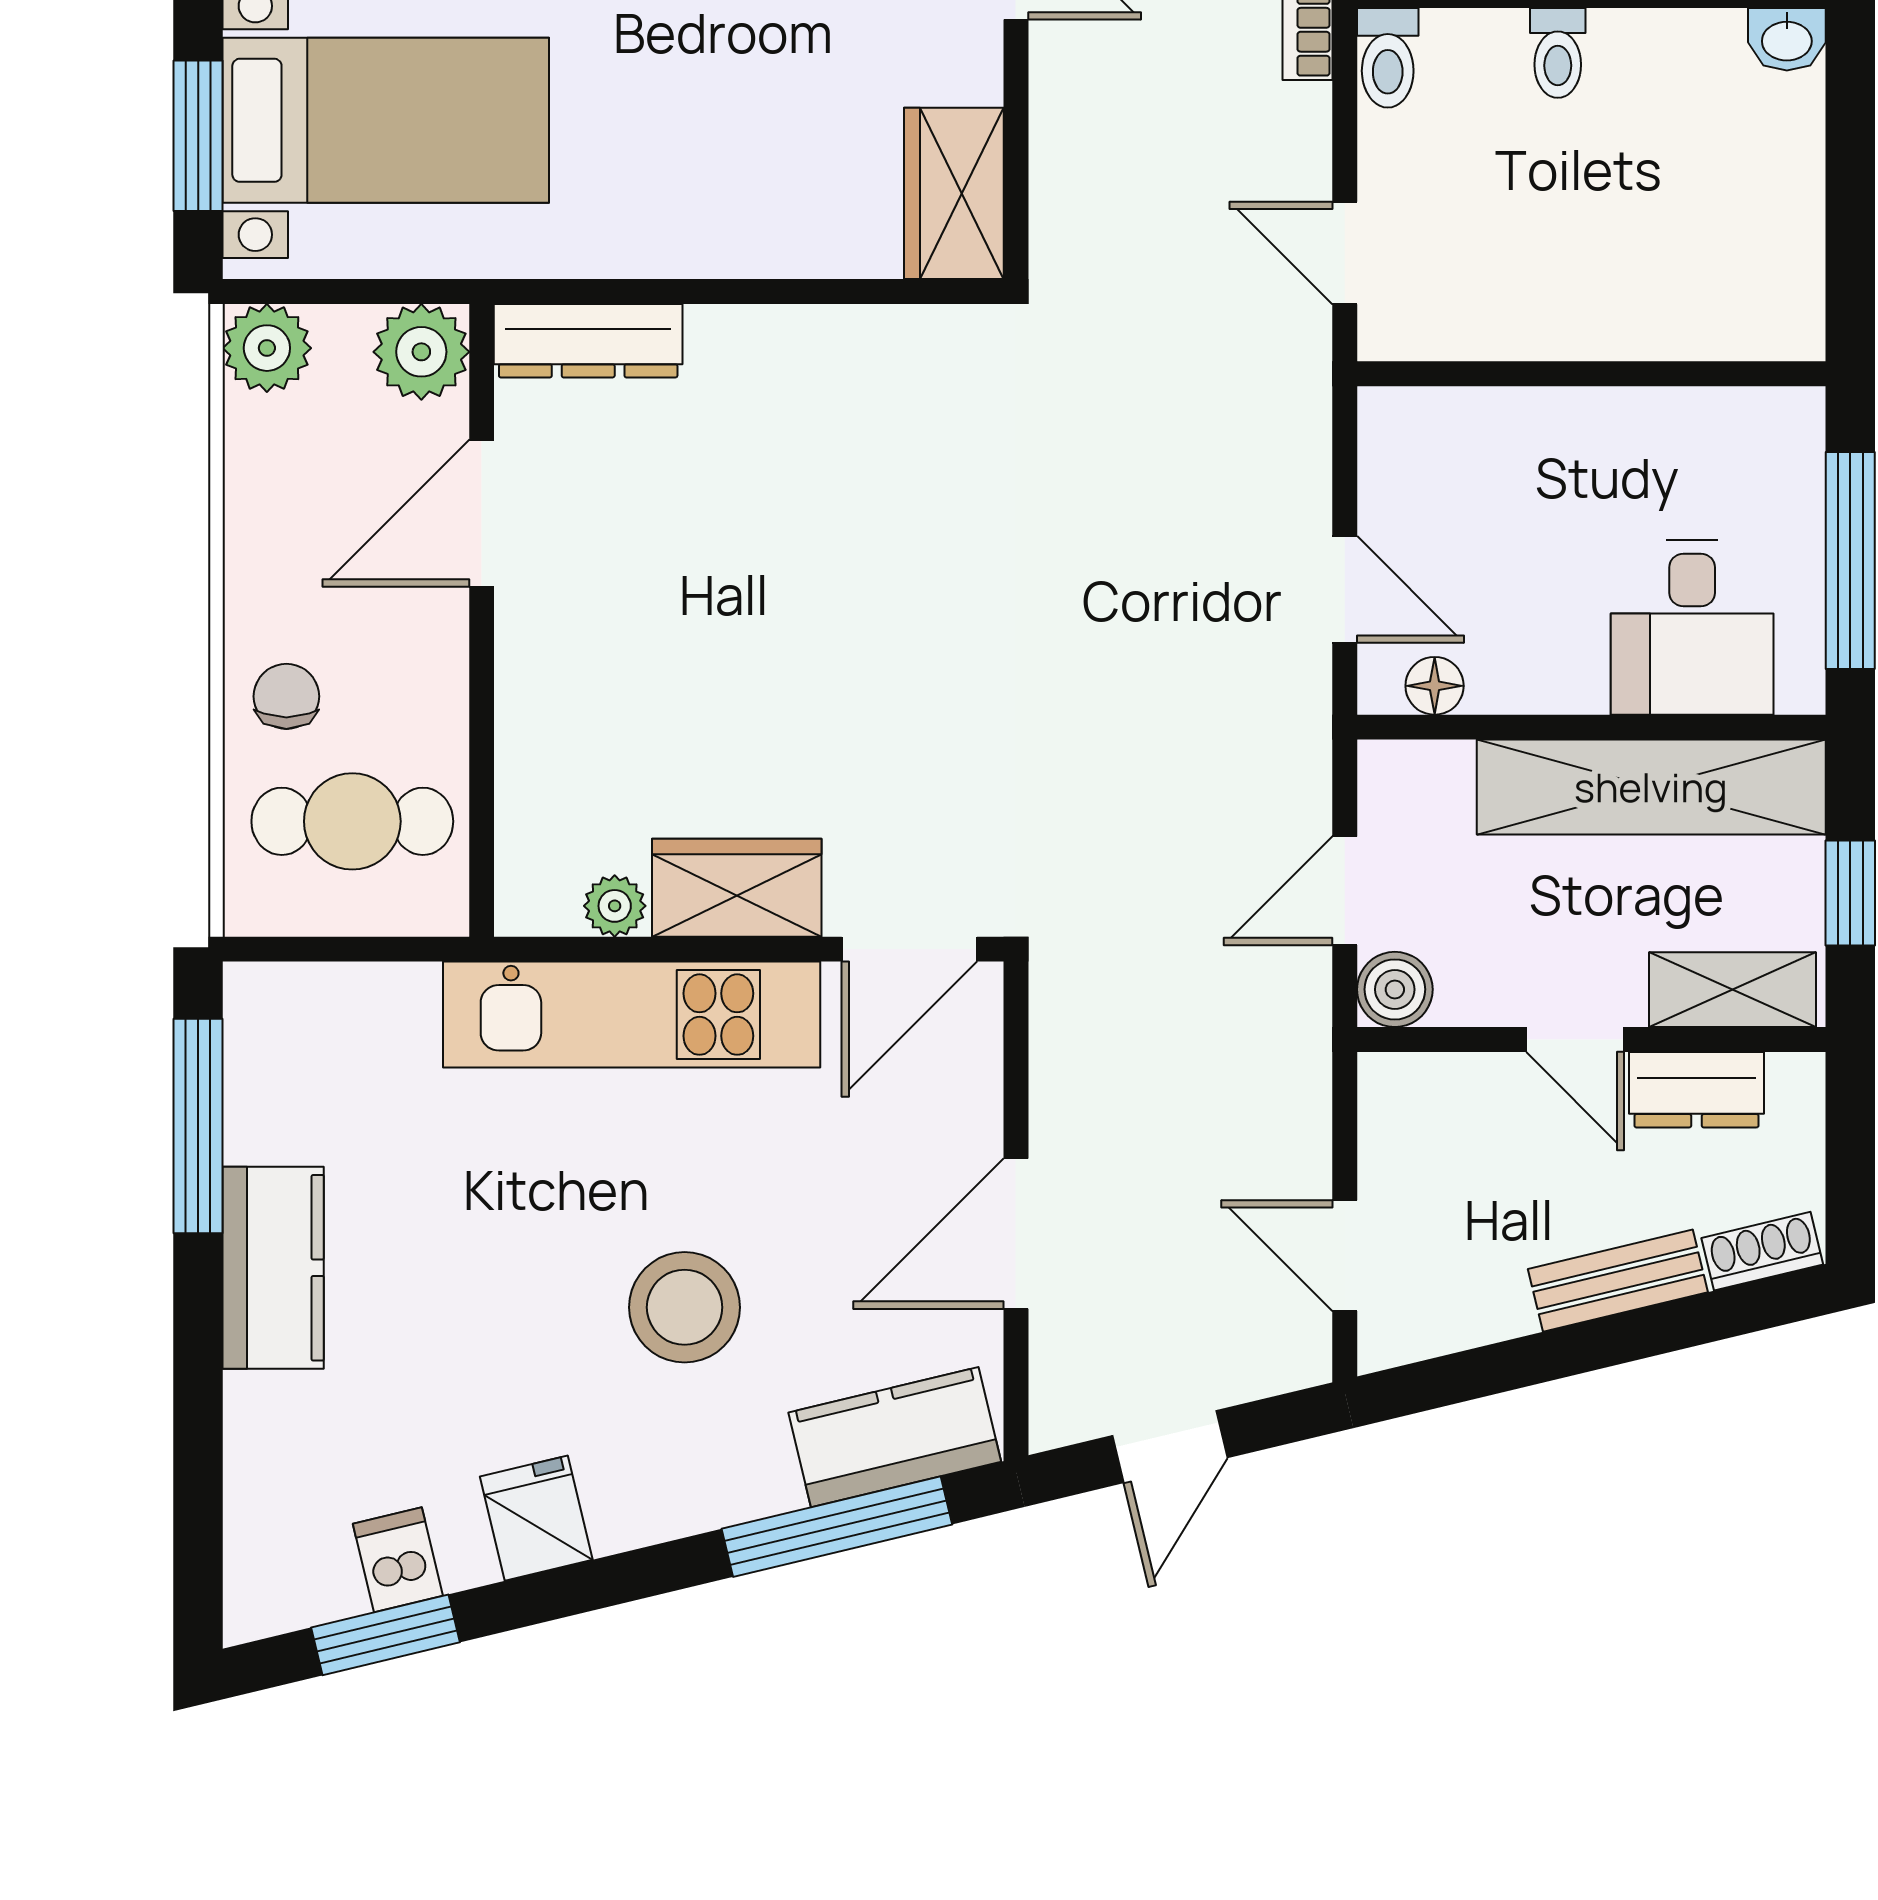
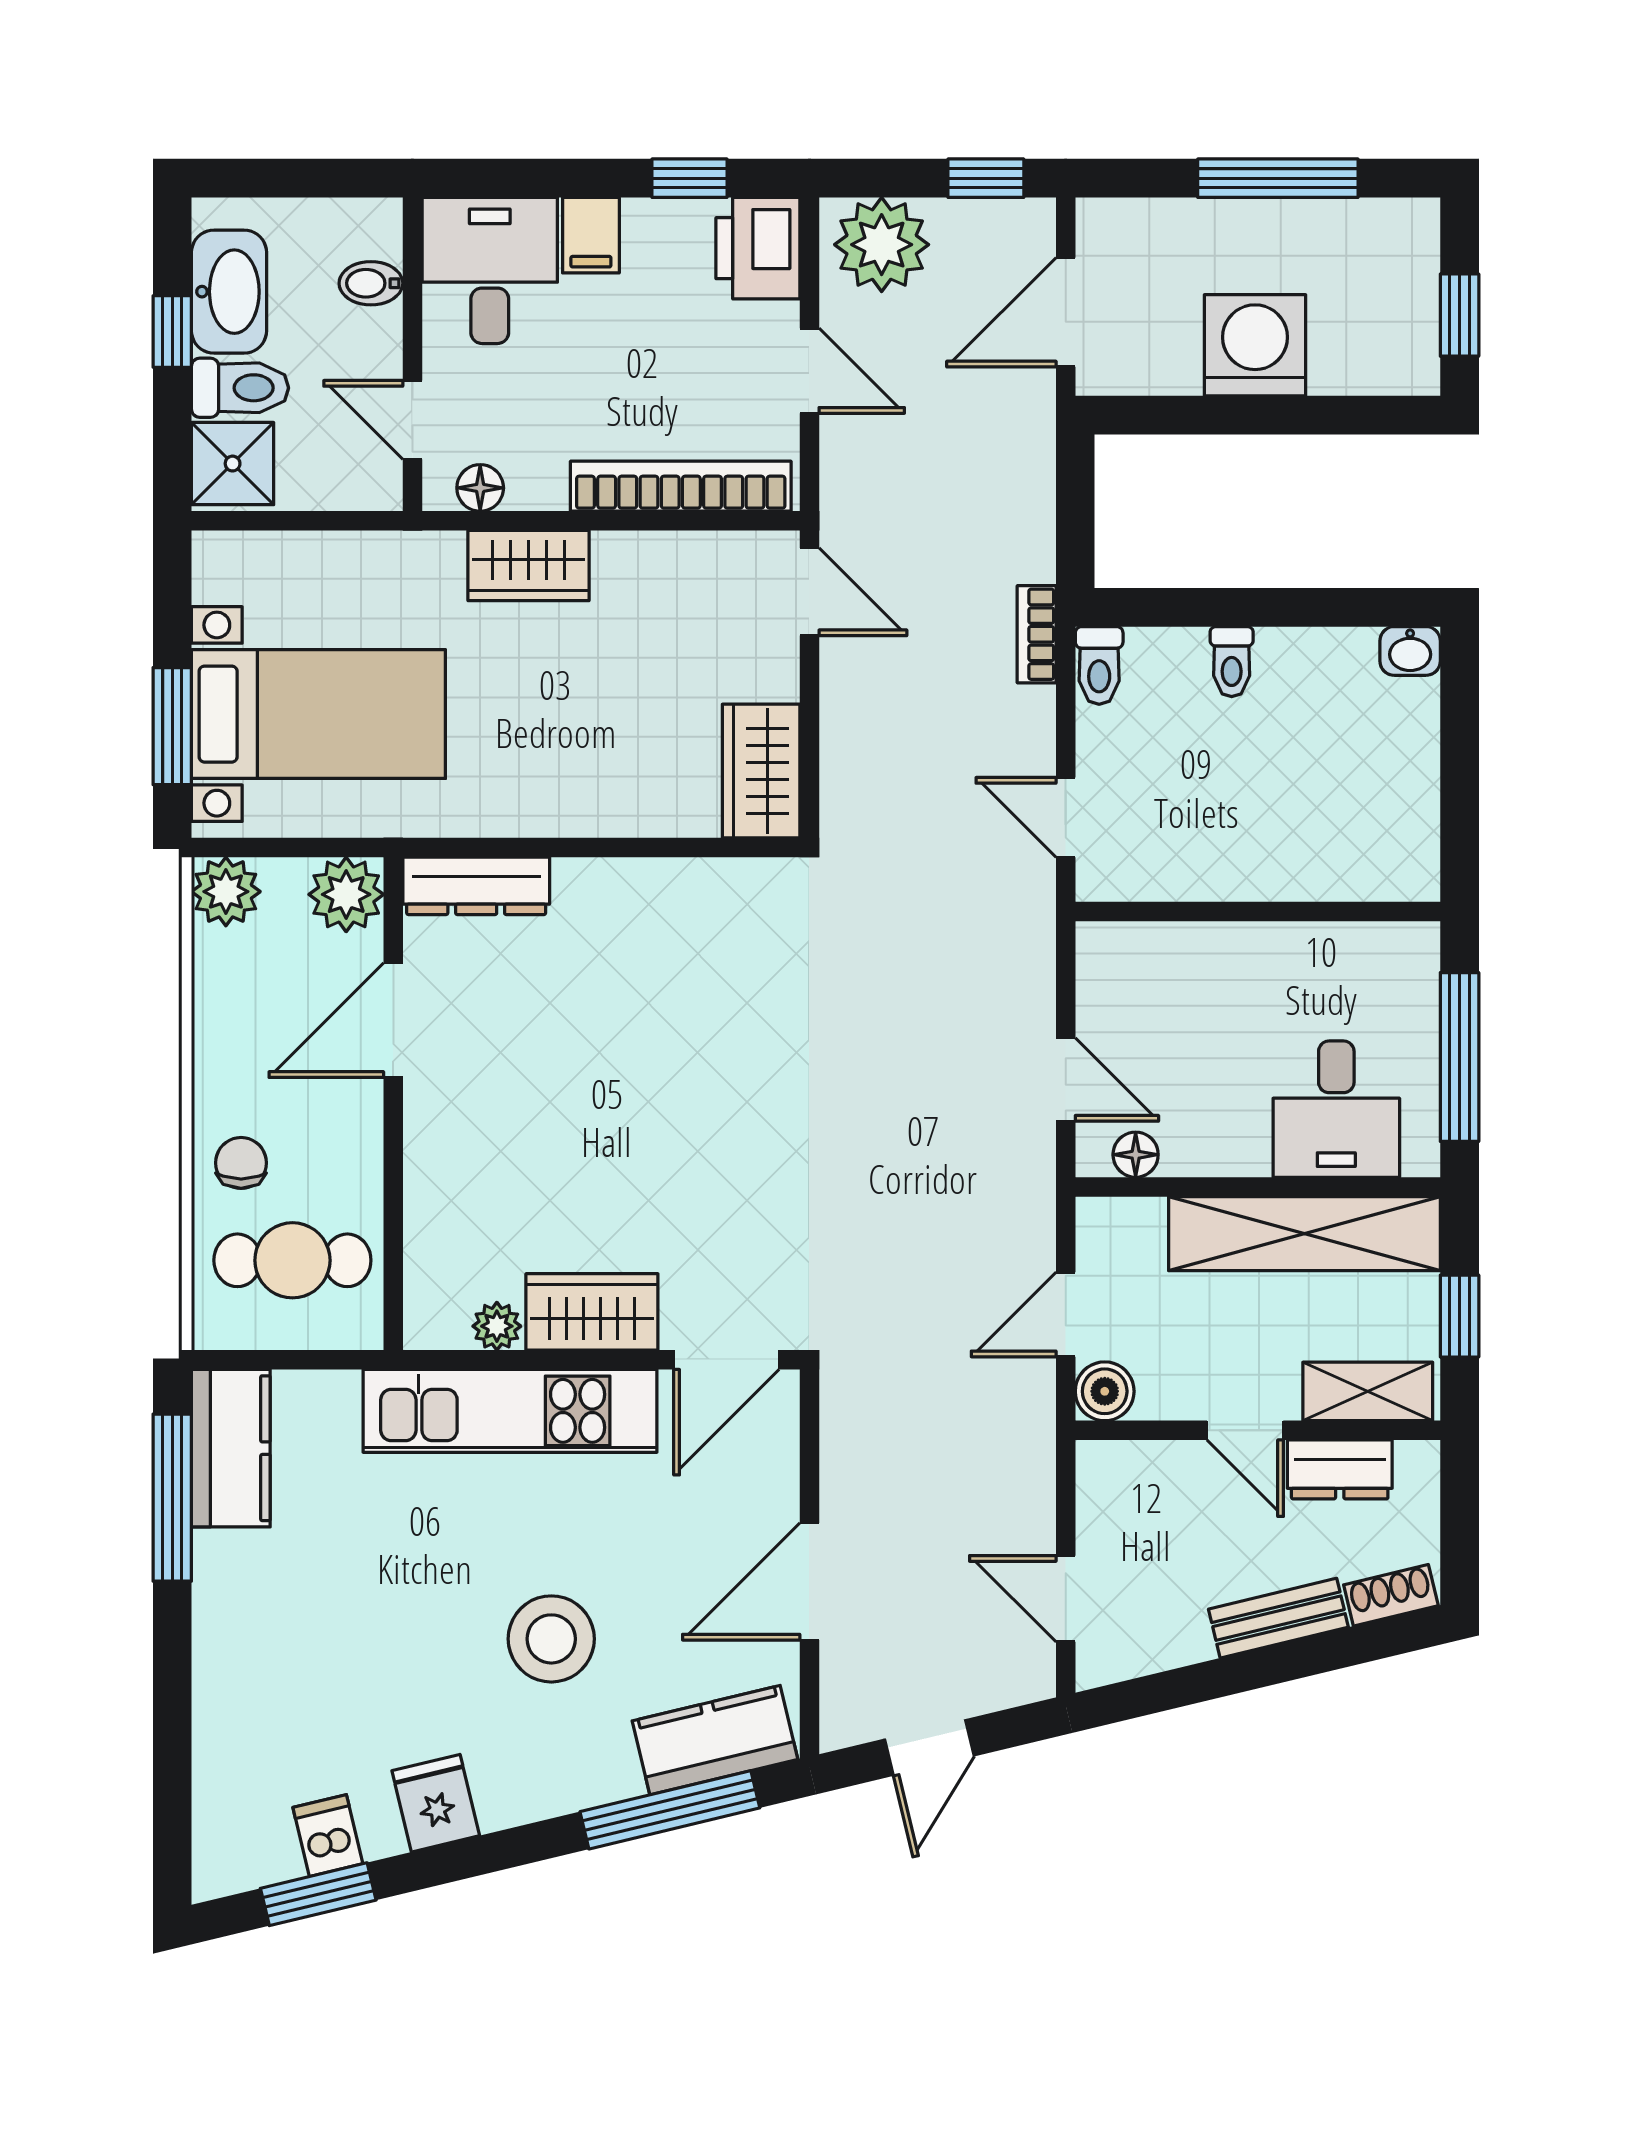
kitchen counter: (273, 1268) -> (231, 1448), moved

